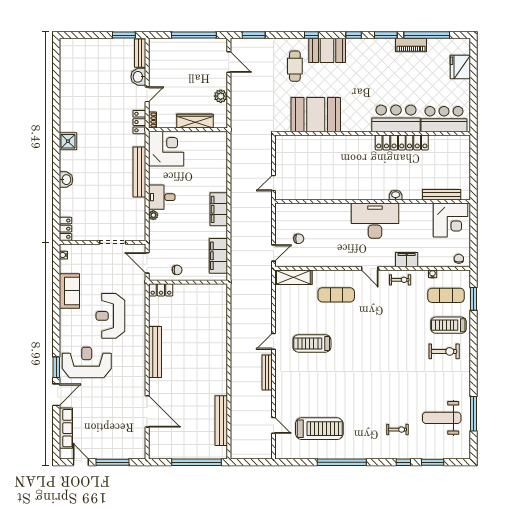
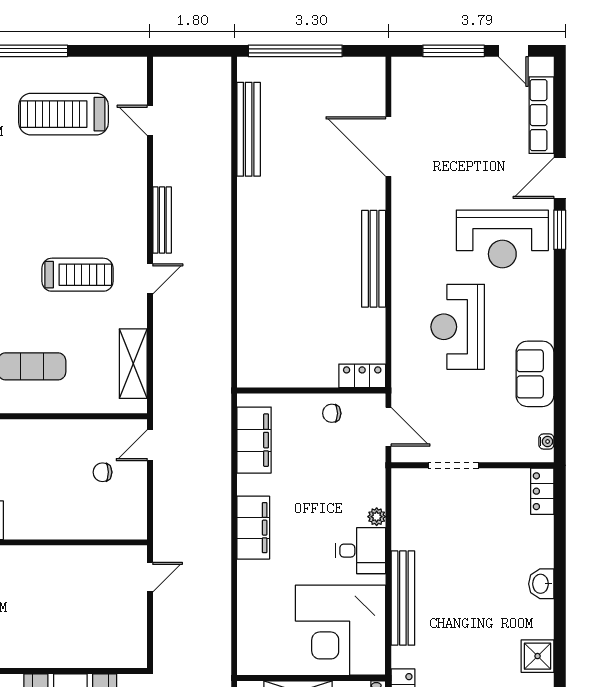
corner desk: (166, 149) -> (341, 630), width x1.36, depth x1.36
shelving: (293, 277) -> (133, 364), moved, turned 90
reception desk: (110, 316) -> (458, 327), turned 180

